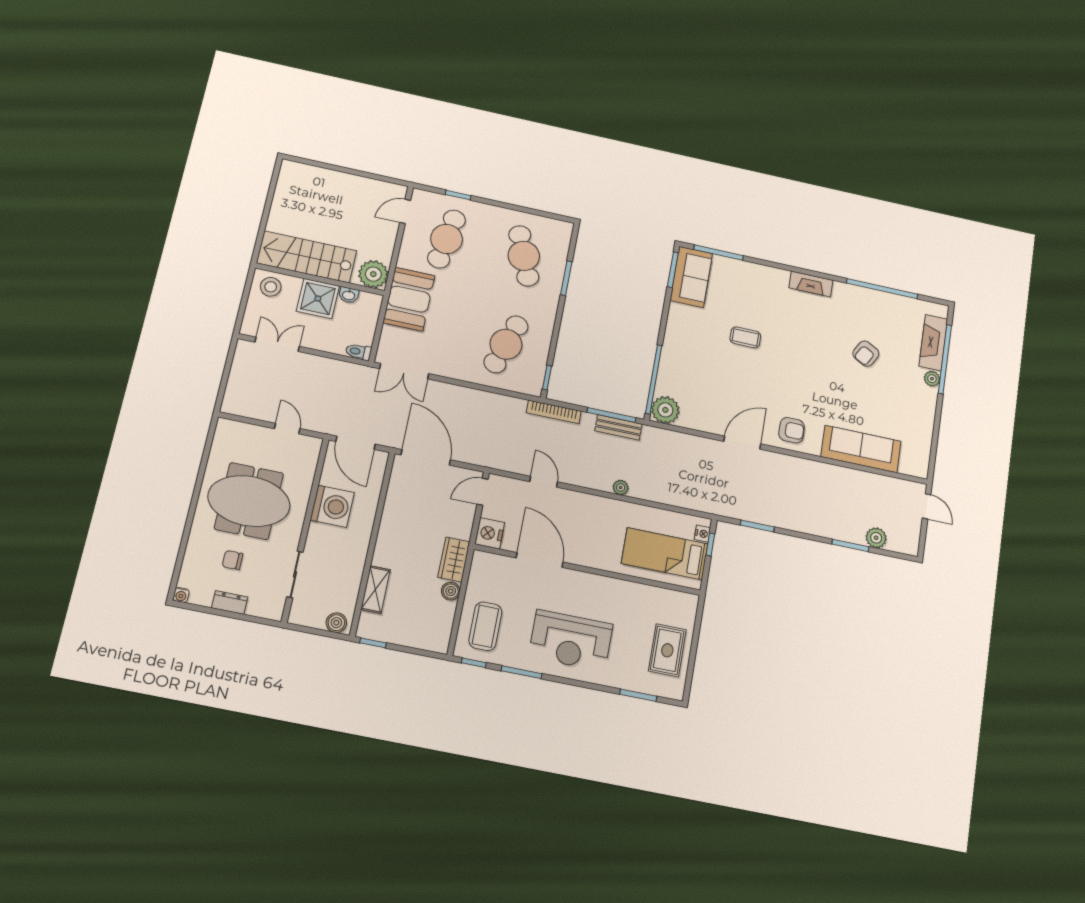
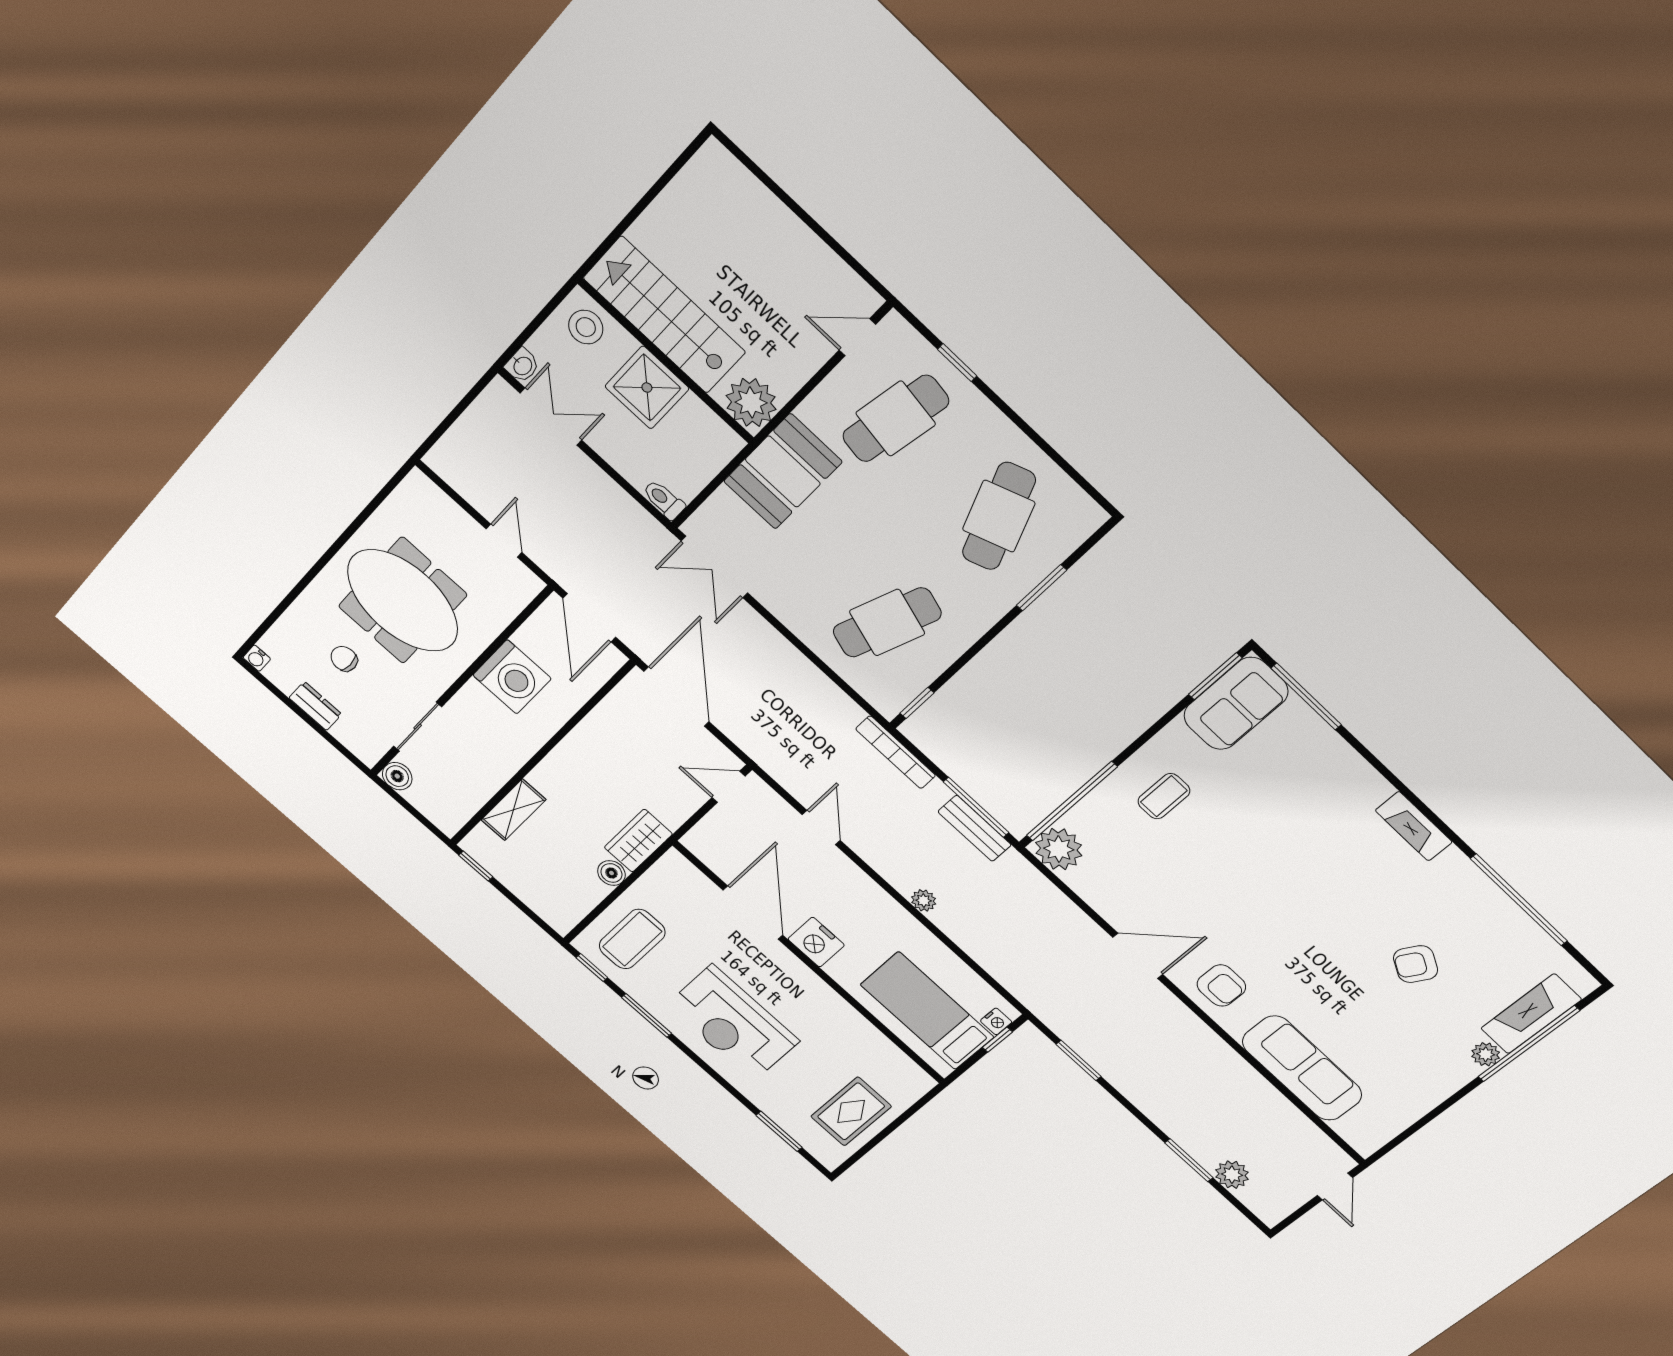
washbasin: (349, 295) -> (522, 365), moved, turned -90
coffee table: (745, 337) -> (1164, 796), moved, turned 90
nightstand: (490, 533) -> (816, 942), moved, turned -90
boiler: (336, 623) -> (397, 776), moved

